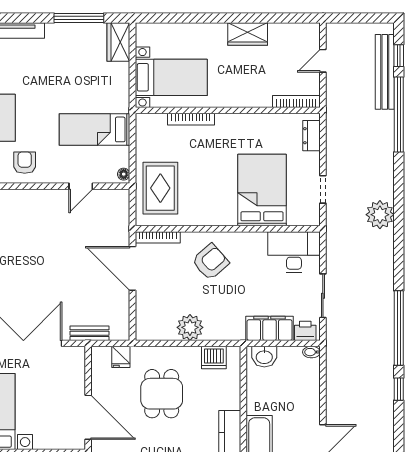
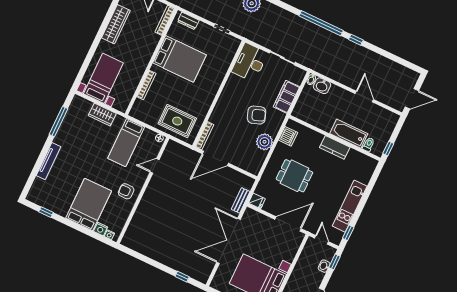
wardrobe: (248, 34) -> (116, 24), width x1.50
wardrobe: (118, 42) -> (102, 115), moved
bed with nightstands: (171, 77) -> (103, 78), moved
door: (81, 186) -> (155, 166), swing flipped
bed: (262, 190) -> (180, 59), moved, turned 180
armchair: (210, 262) -> (257, 115), moved, turned 111
printer: (305, 331) -> (298, 77), removed
fridge: (121, 357) -> (257, 201), moved
washbasin: (264, 357) -> (322, 86), moved, turned 90

